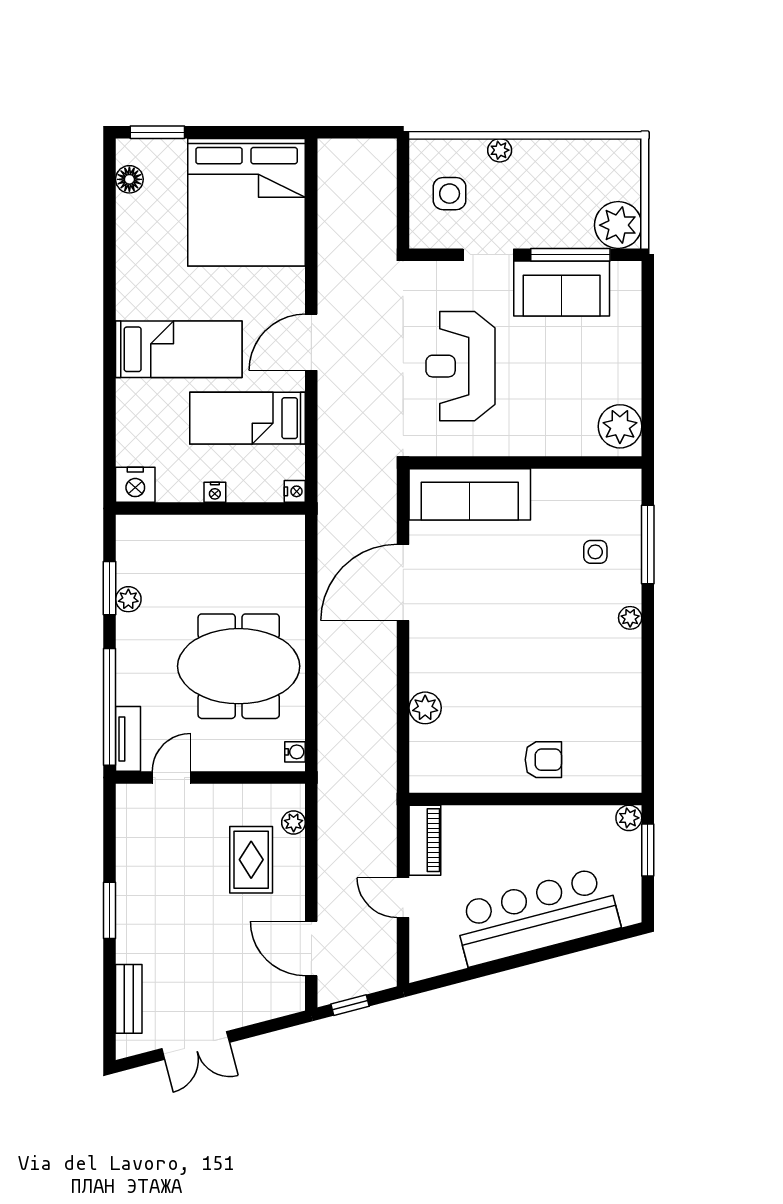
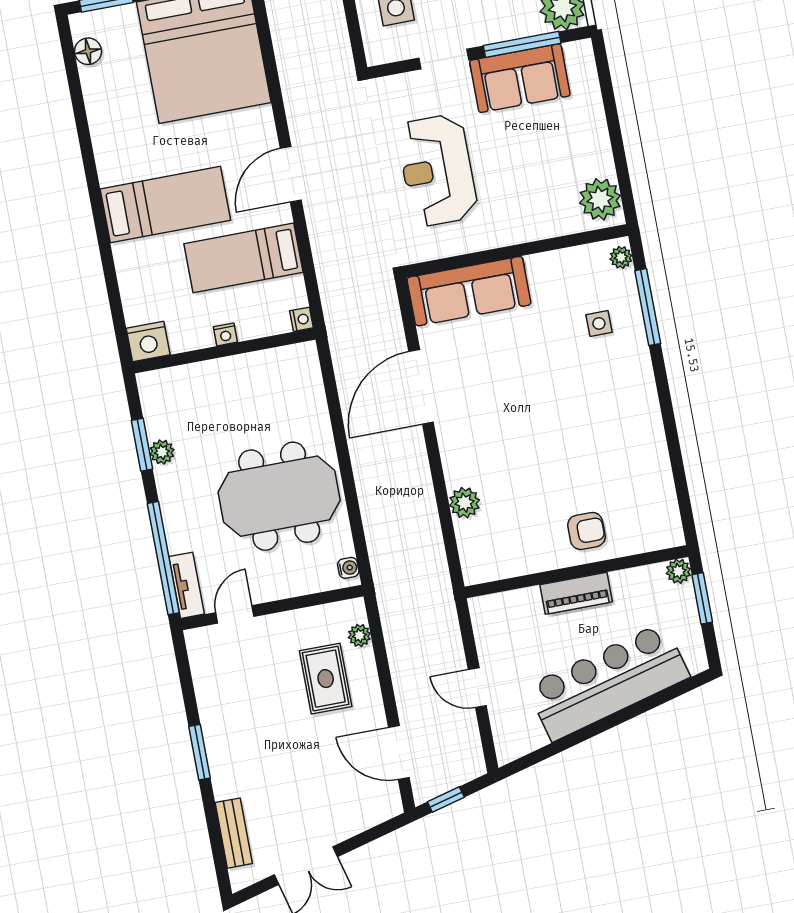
plant: (630, 618) -> (621, 257), moved
piano: (425, 840) -> (576, 593), moved, turned 90

